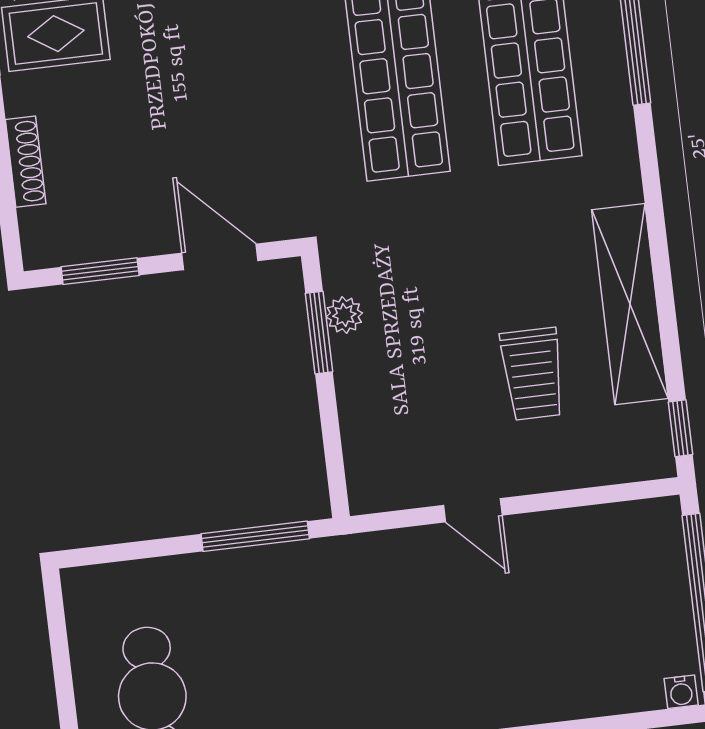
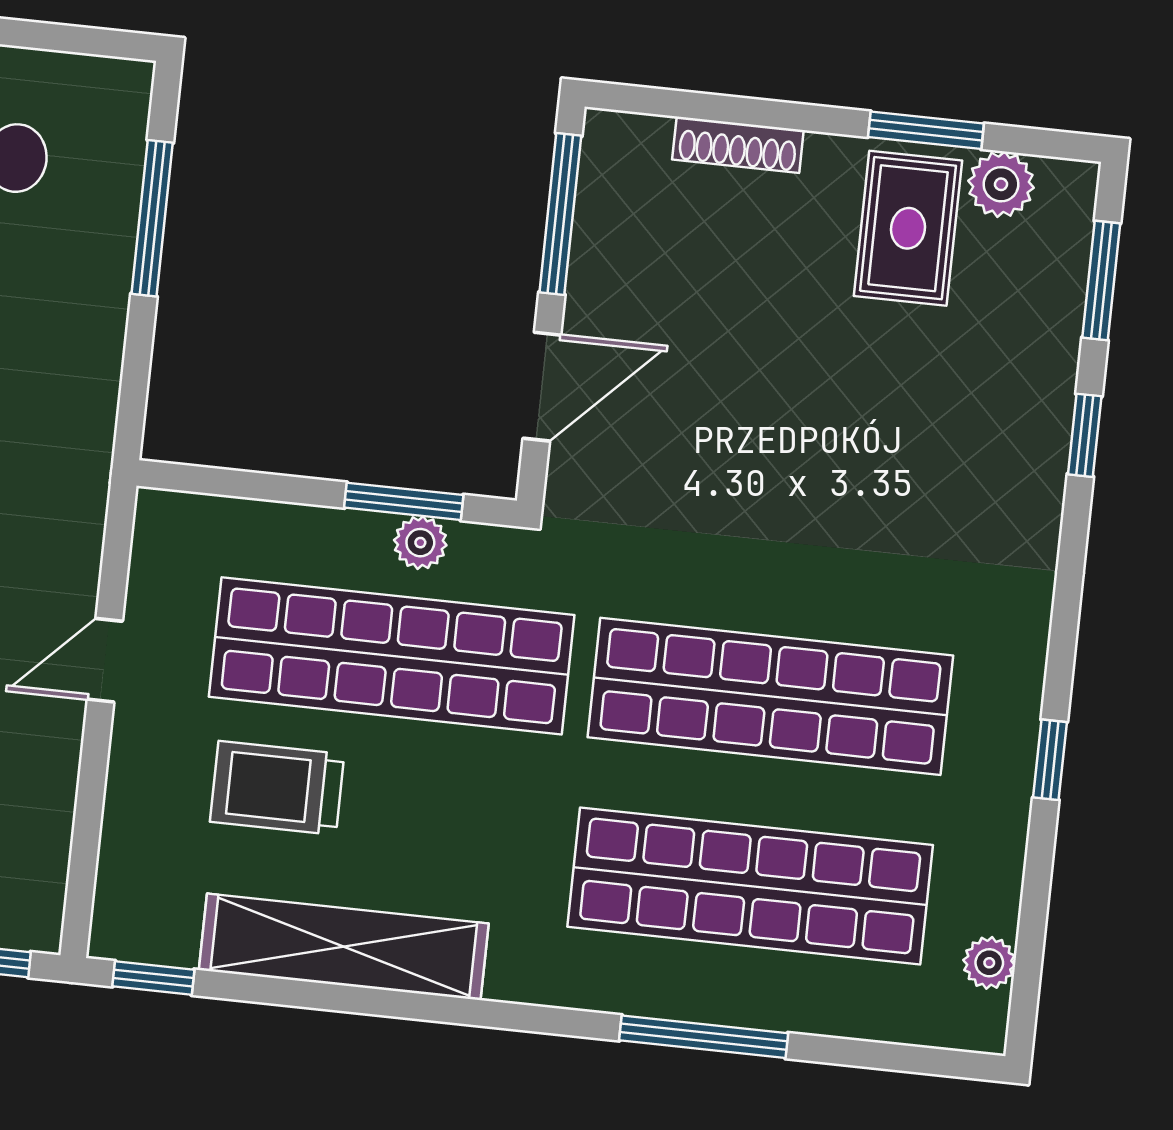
window: (100, 271) -> (560, 214), width x1.44
shop shelf: (425, 317) -> (392, 656), added
window: (255, 536) -> (152, 218), moved

